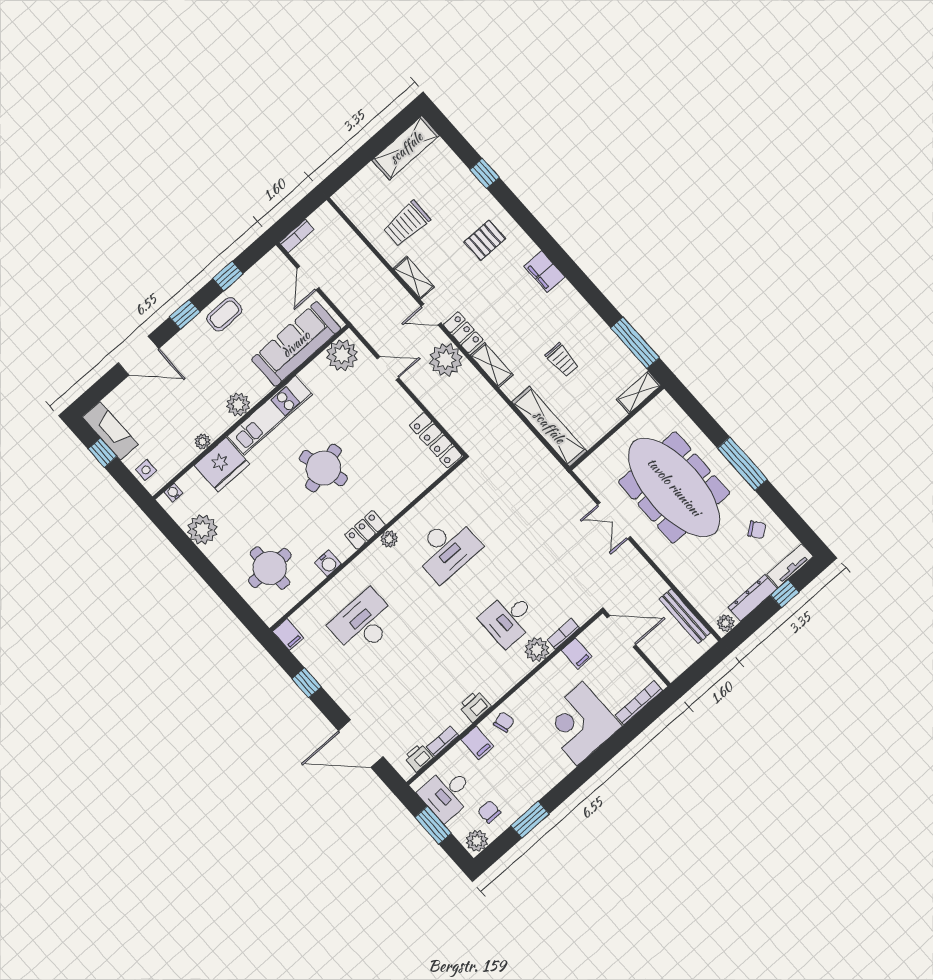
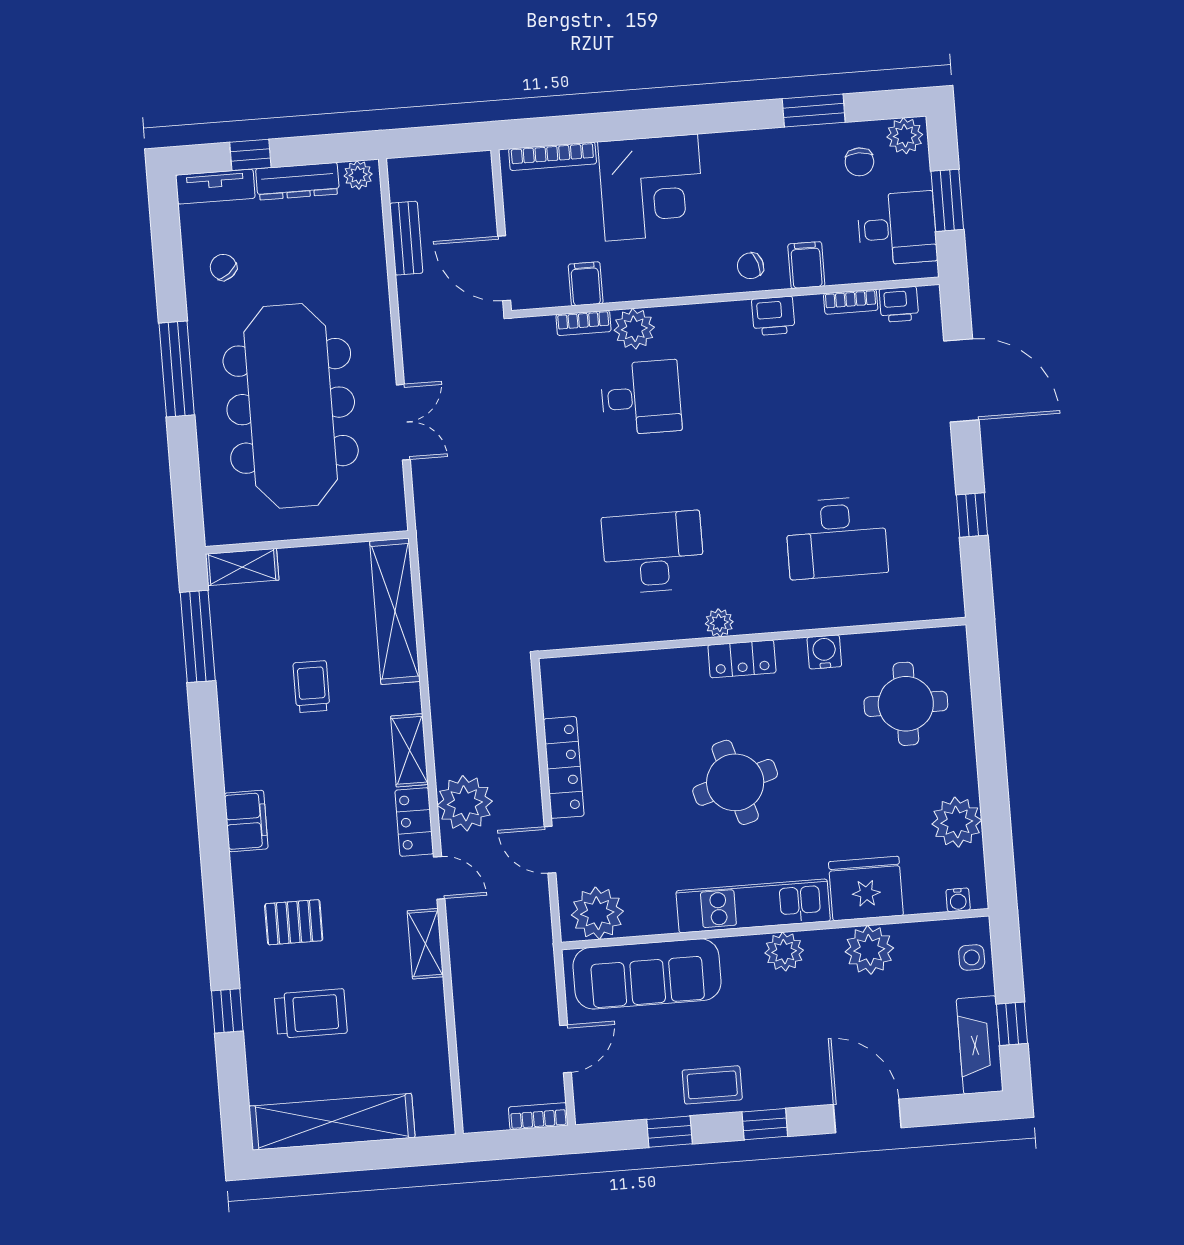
shelving: (406, 148) -> (332, 1122), width x1.47
trolley: (407, 224) -> (311, 1013), moved
locker: (436, 440) -> (564, 767), moved
plant: (202, 441) -> (869, 950), width x1.87, depth x1.87
bench: (685, 616) -> (406, 238), width x0.73
filing cabinet: (288, 635) -> (948, 597), removed

